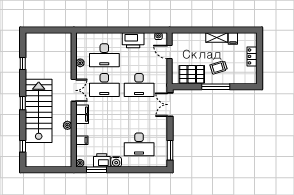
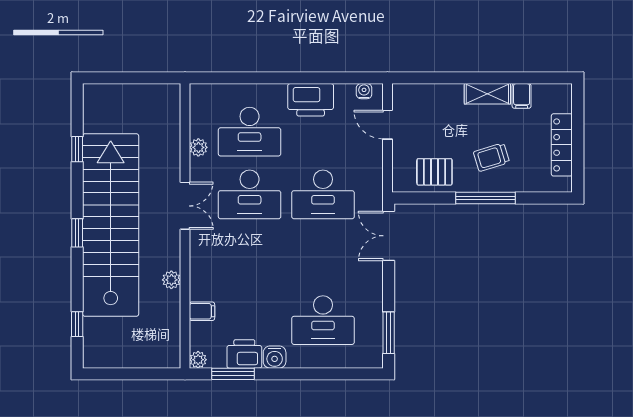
locker: (252, 56) -> (562, 145), width x1.53
pallet: (192, 74) -> (434, 172), width x0.67, depth x0.71
stairs: (39, 111) -> (111, 225), width x1.36
filing cabinet: (82, 114) -> (203, 256), removed

